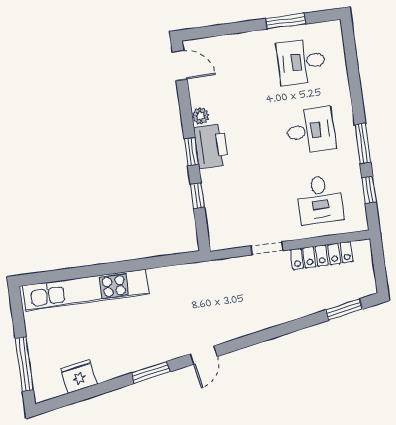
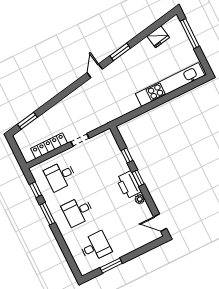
desk: (320, 200) -> (60, 176), turned -90

